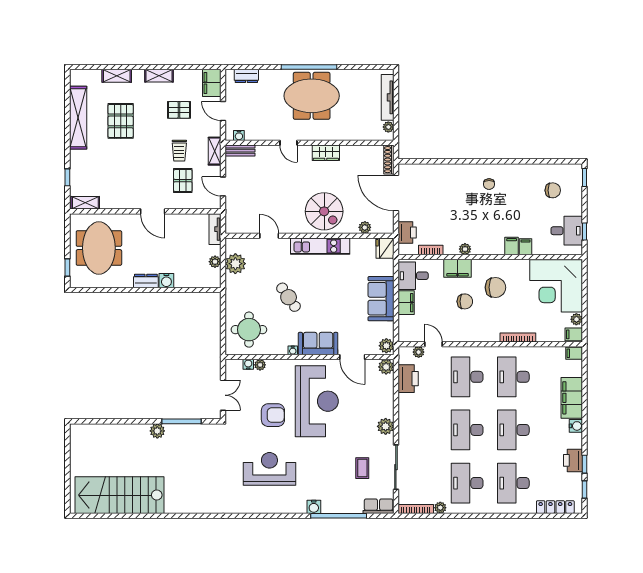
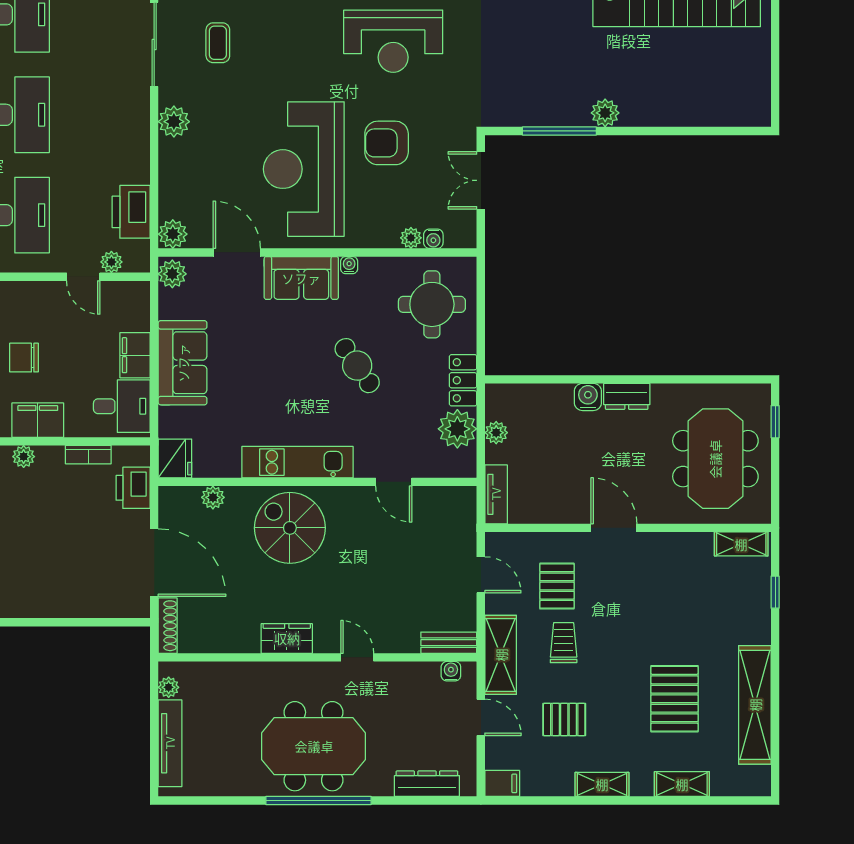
dresser: (246, 76) -> (427, 784), width x1.44
filing cabinet: (212, 83) -> (502, 783), width x0.50
shelving: (215, 151) -> (501, 655), width x1.50, depth x1.33
locker: (232, 289) -> (463, 380), added

